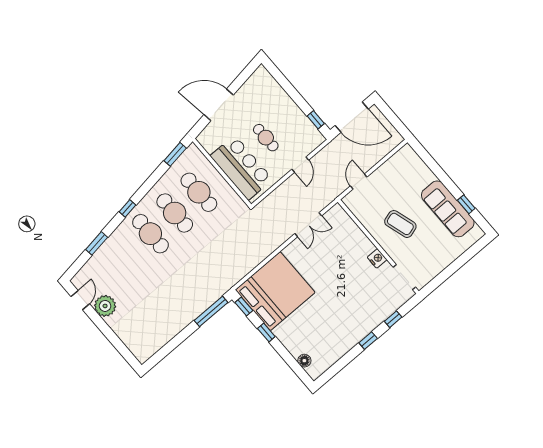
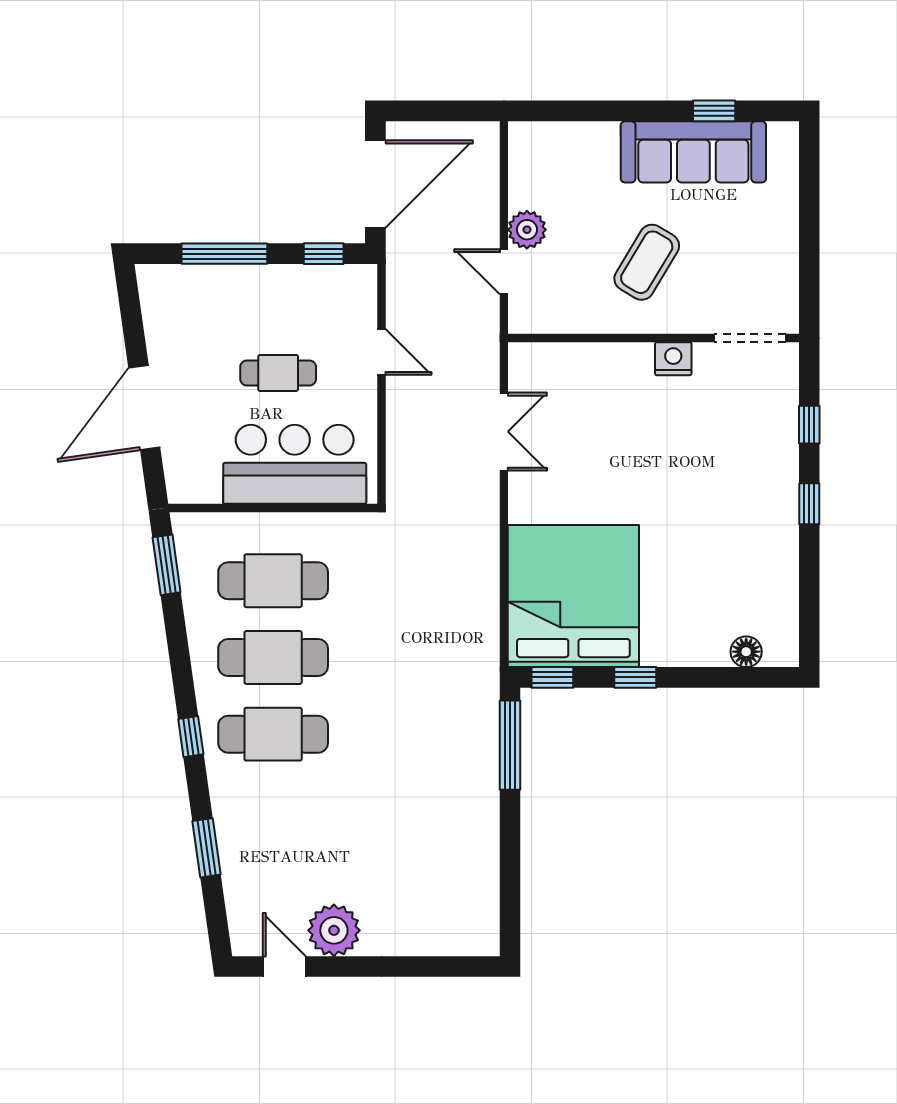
window: (289, 88) -> (224, 254), added
plant: (378, 177) -> (527, 230), added
coffee table: (400, 224) -> (647, 262), turned -42

